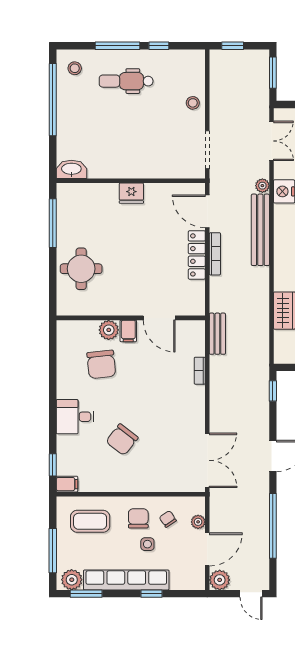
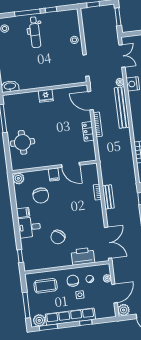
dental chair: (126, 81) -> (35, 32), turned -90
locker: (197, 255) -> (88, 131), width x0.66
plant: (109, 330) -> (18, 178), moved
bench: (217, 334) -> (108, 197), moved
printer: (161, 478) -> (83, 256), added
filing cabinet: (67, 484) -> (23, 213), moved

